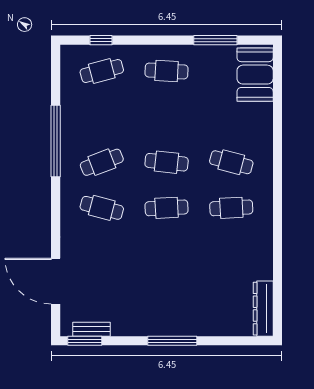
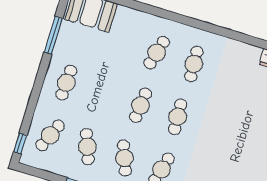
window: (101, 40) -> (20, 143), moved
cafe table: (102, 71) -> (50, 135), turned 39
cafe table: (102, 117) -> (87, 147), added

